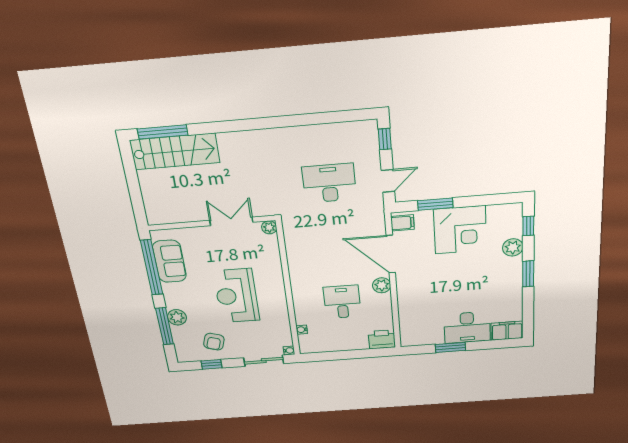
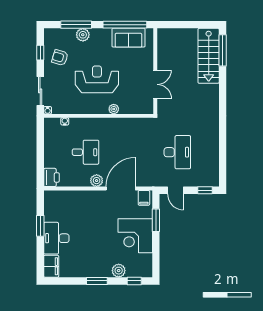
plant: (269, 227) -> (114, 109), moved

